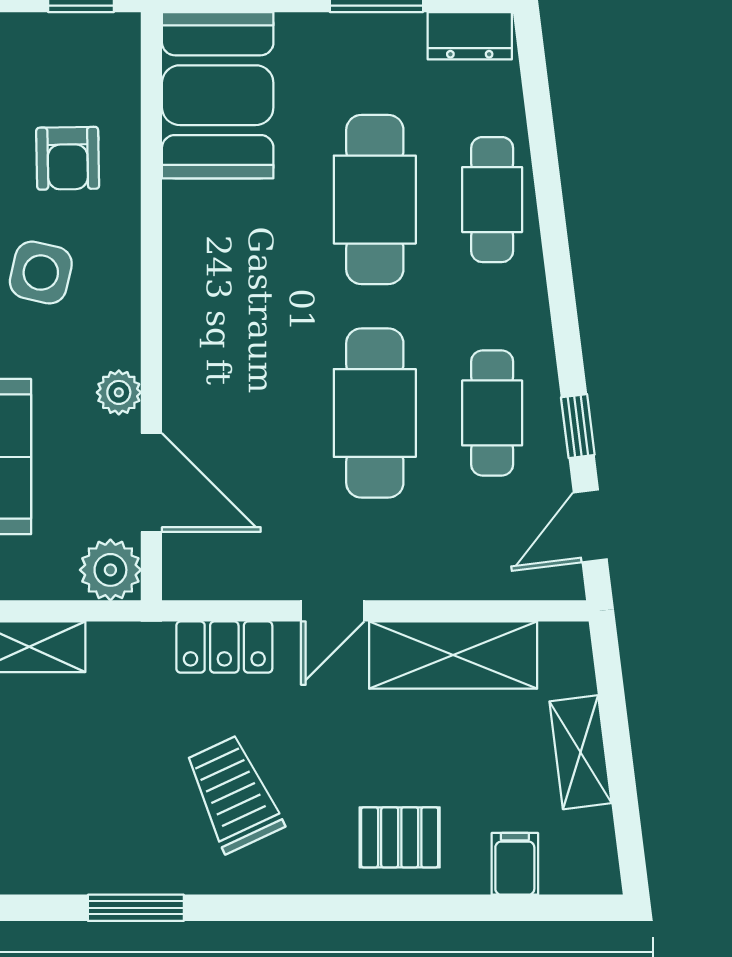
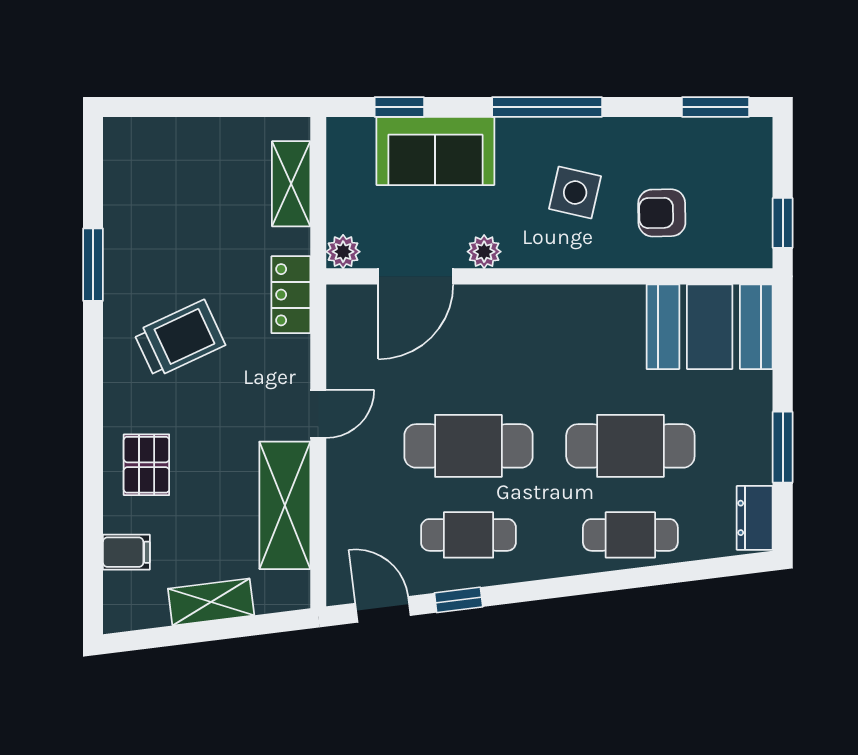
plant: (110, 570) -> (343, 252), width x0.73, depth x0.73
door: (333, 611) -> (318, 414), swing flipped
locker: (224, 647) -> (291, 295), moved

